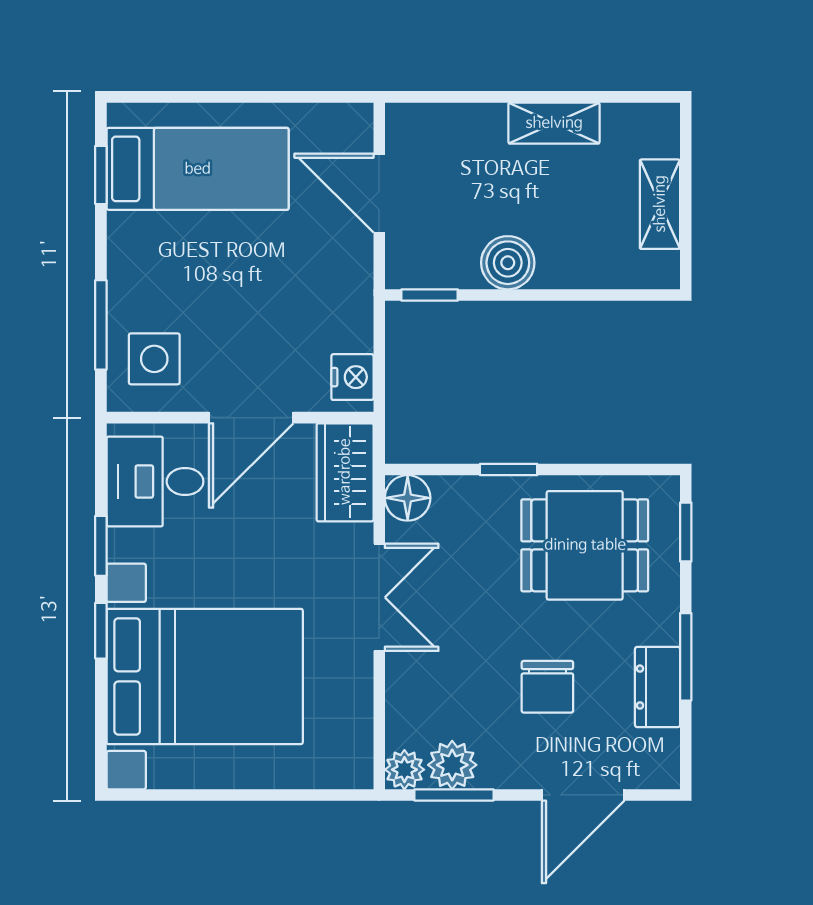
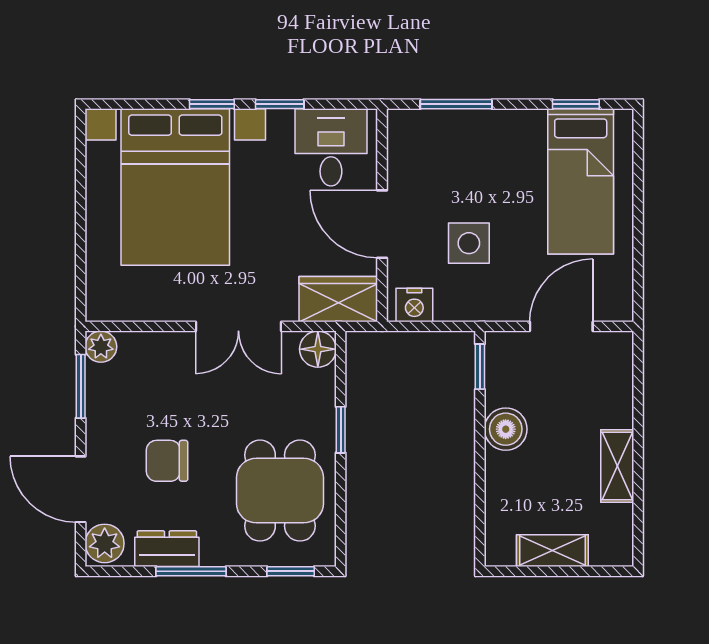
side table: (154, 359) -> (469, 243), moved
plant: (452, 765) -> (105, 543), moved

